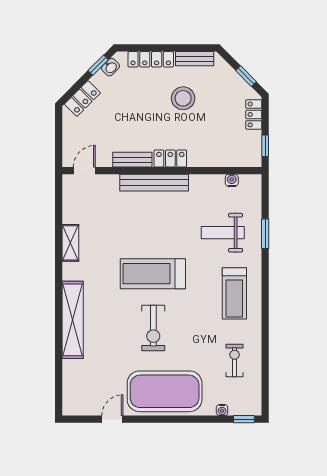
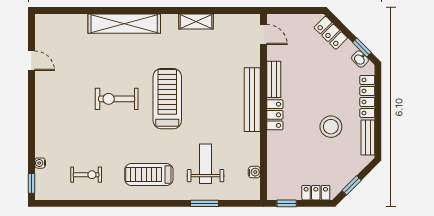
exercise mat: (165, 391) -> (57, 109), removed

